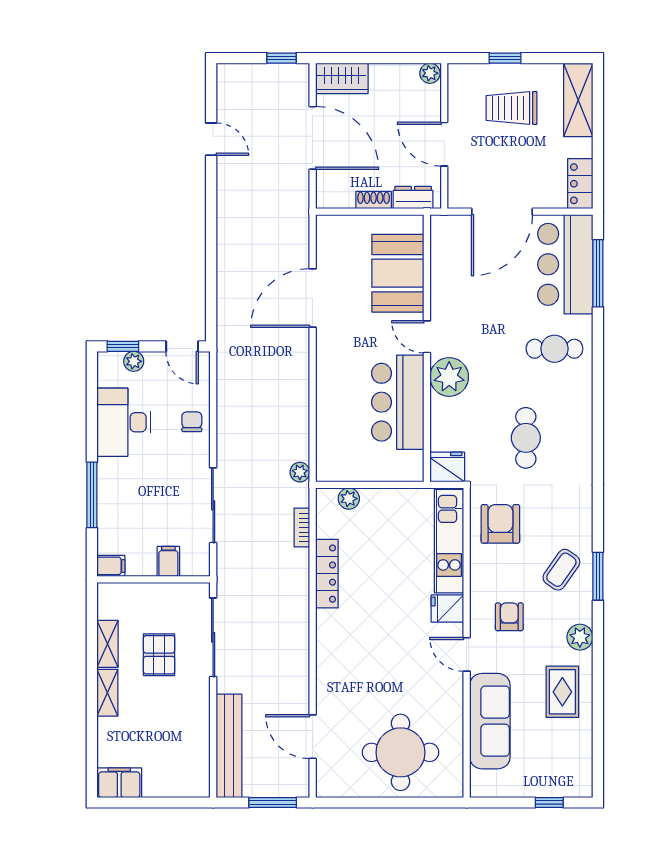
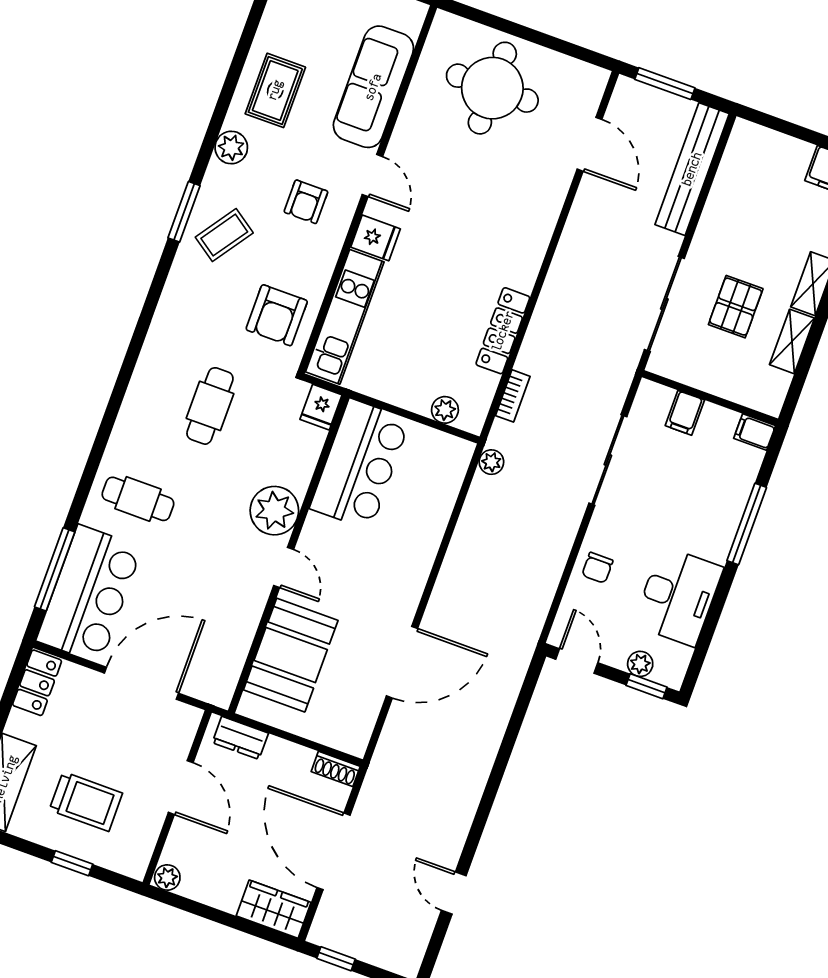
shoe rack: (374, 200) -> (336, 769), moved
bar counter: (398, 402) -> (360, 464), moved
fridge: (447, 467) -> (321, 407), width x0.72

